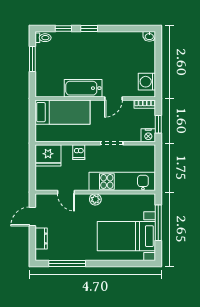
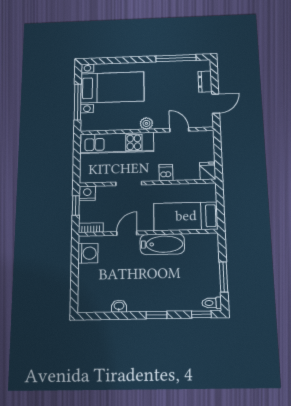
window: (63, 28) -> (201, 314), moved
washbasin: (149, 36) -> (119, 306), moved
fridge: (48, 155) -> (208, 171), width x0.53, depth x0.75

